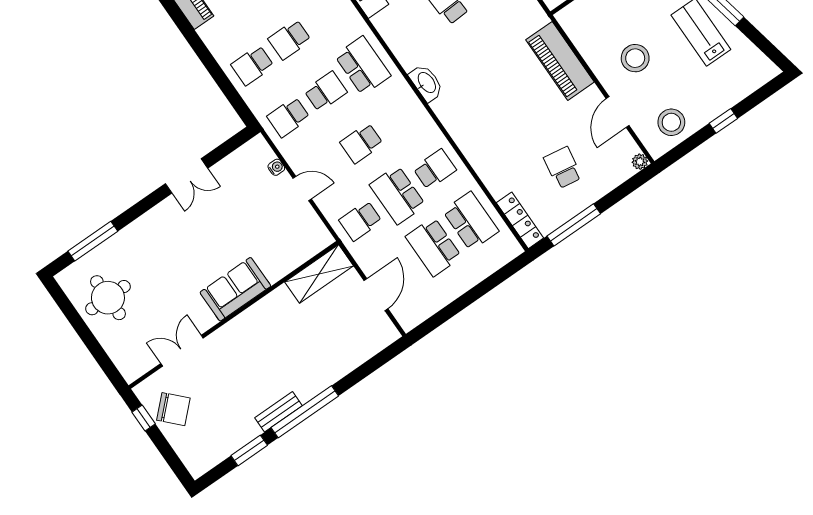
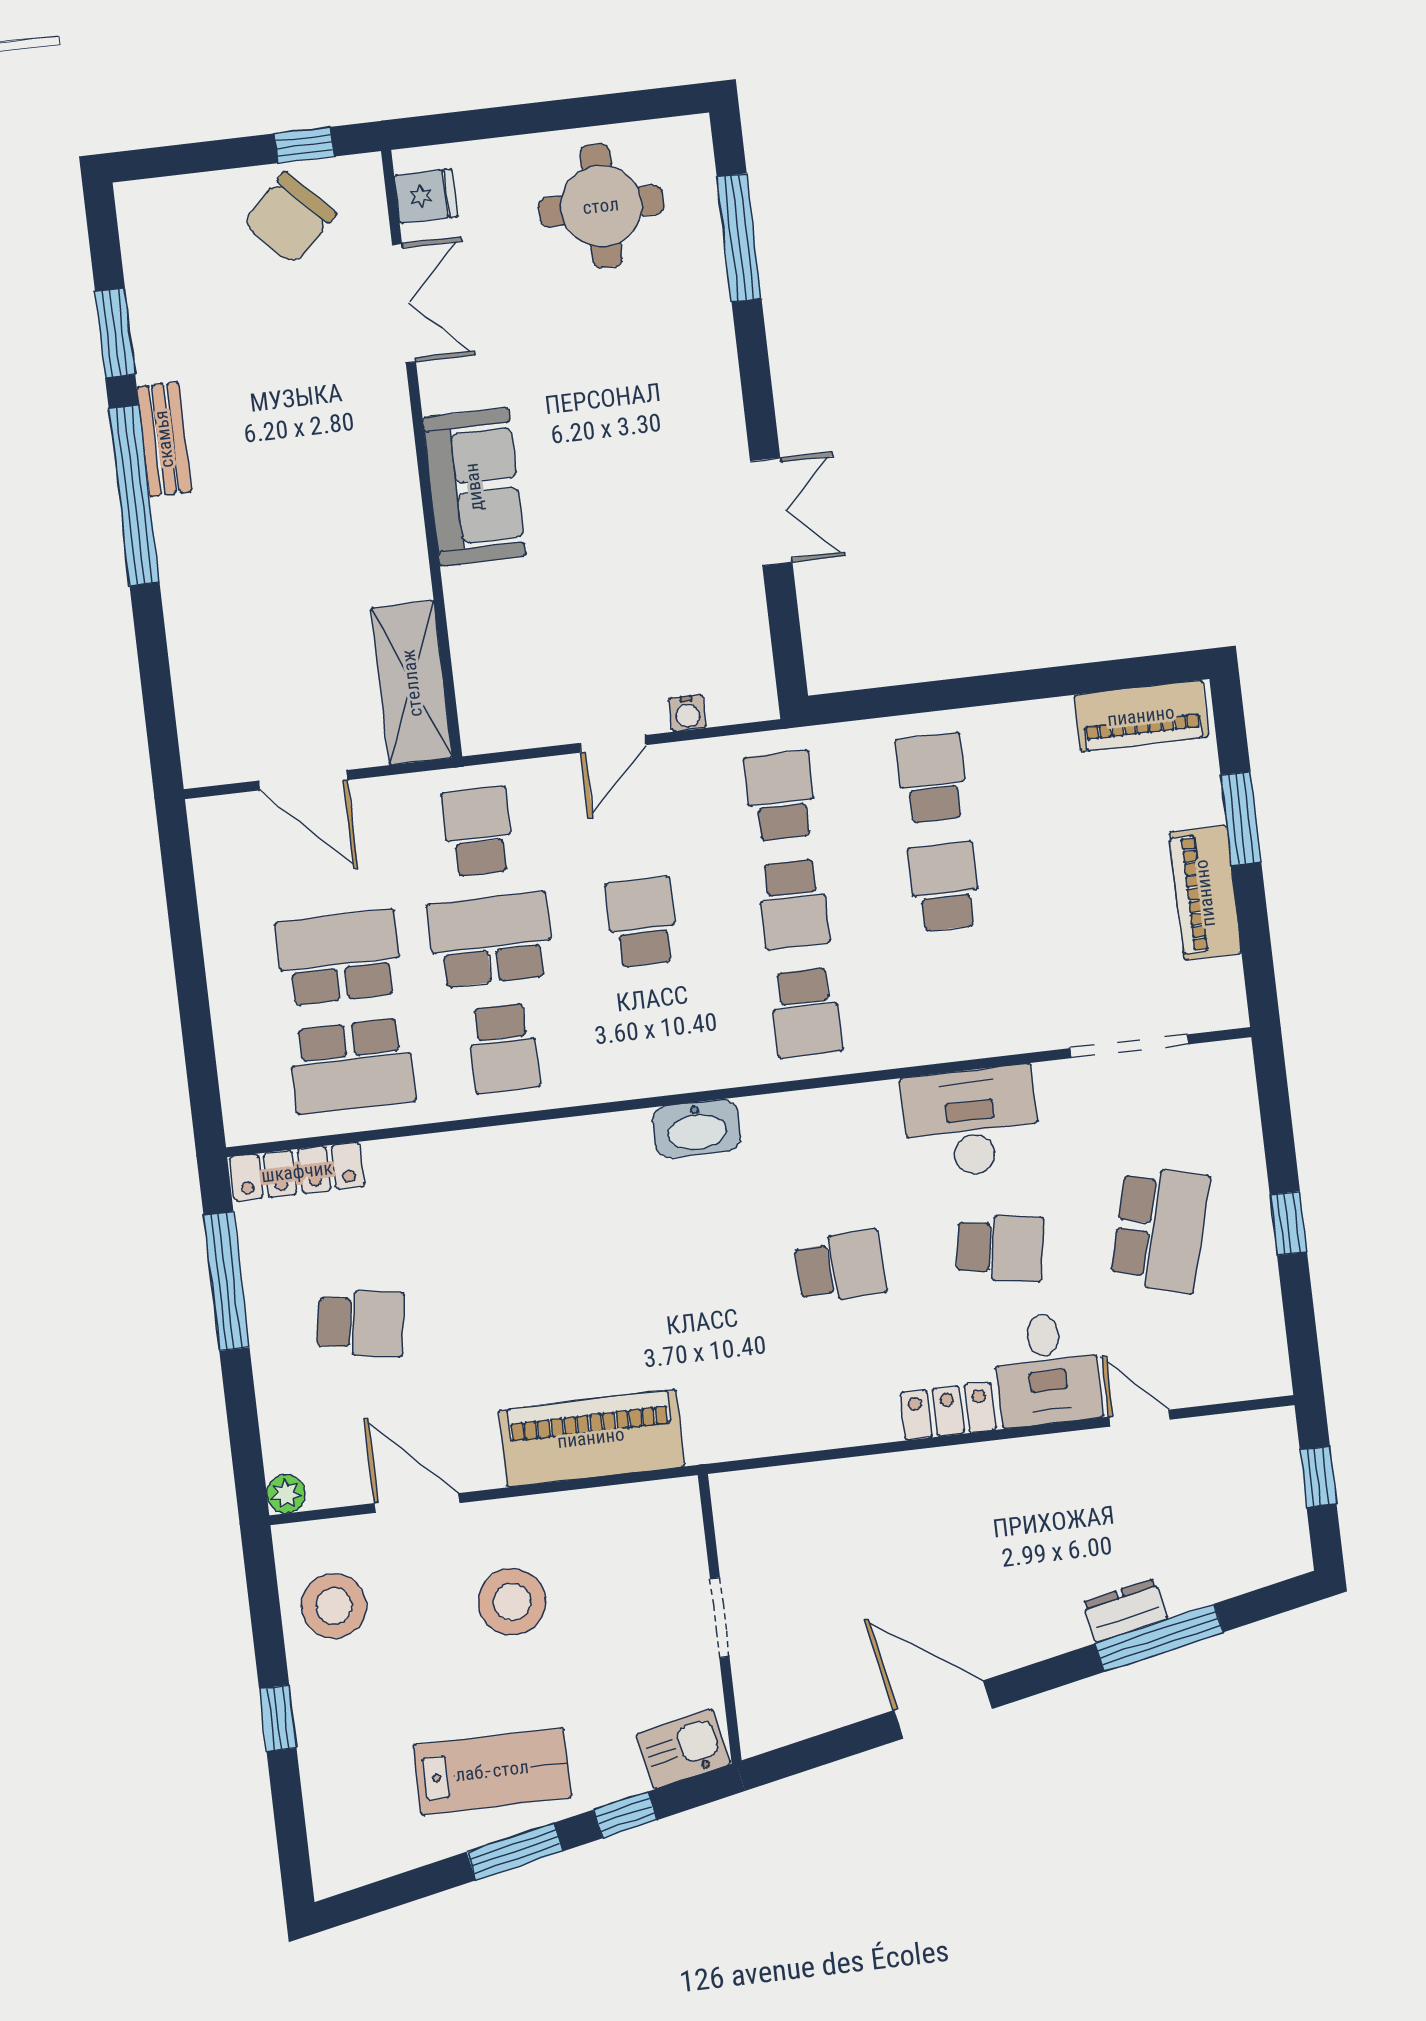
school desk: (363, 66) -> (806, 1013), width x0.54
double door: (187, 176) -> (771, 512), swing flipped
fridge: (139, 364) -> (426, 196), added

